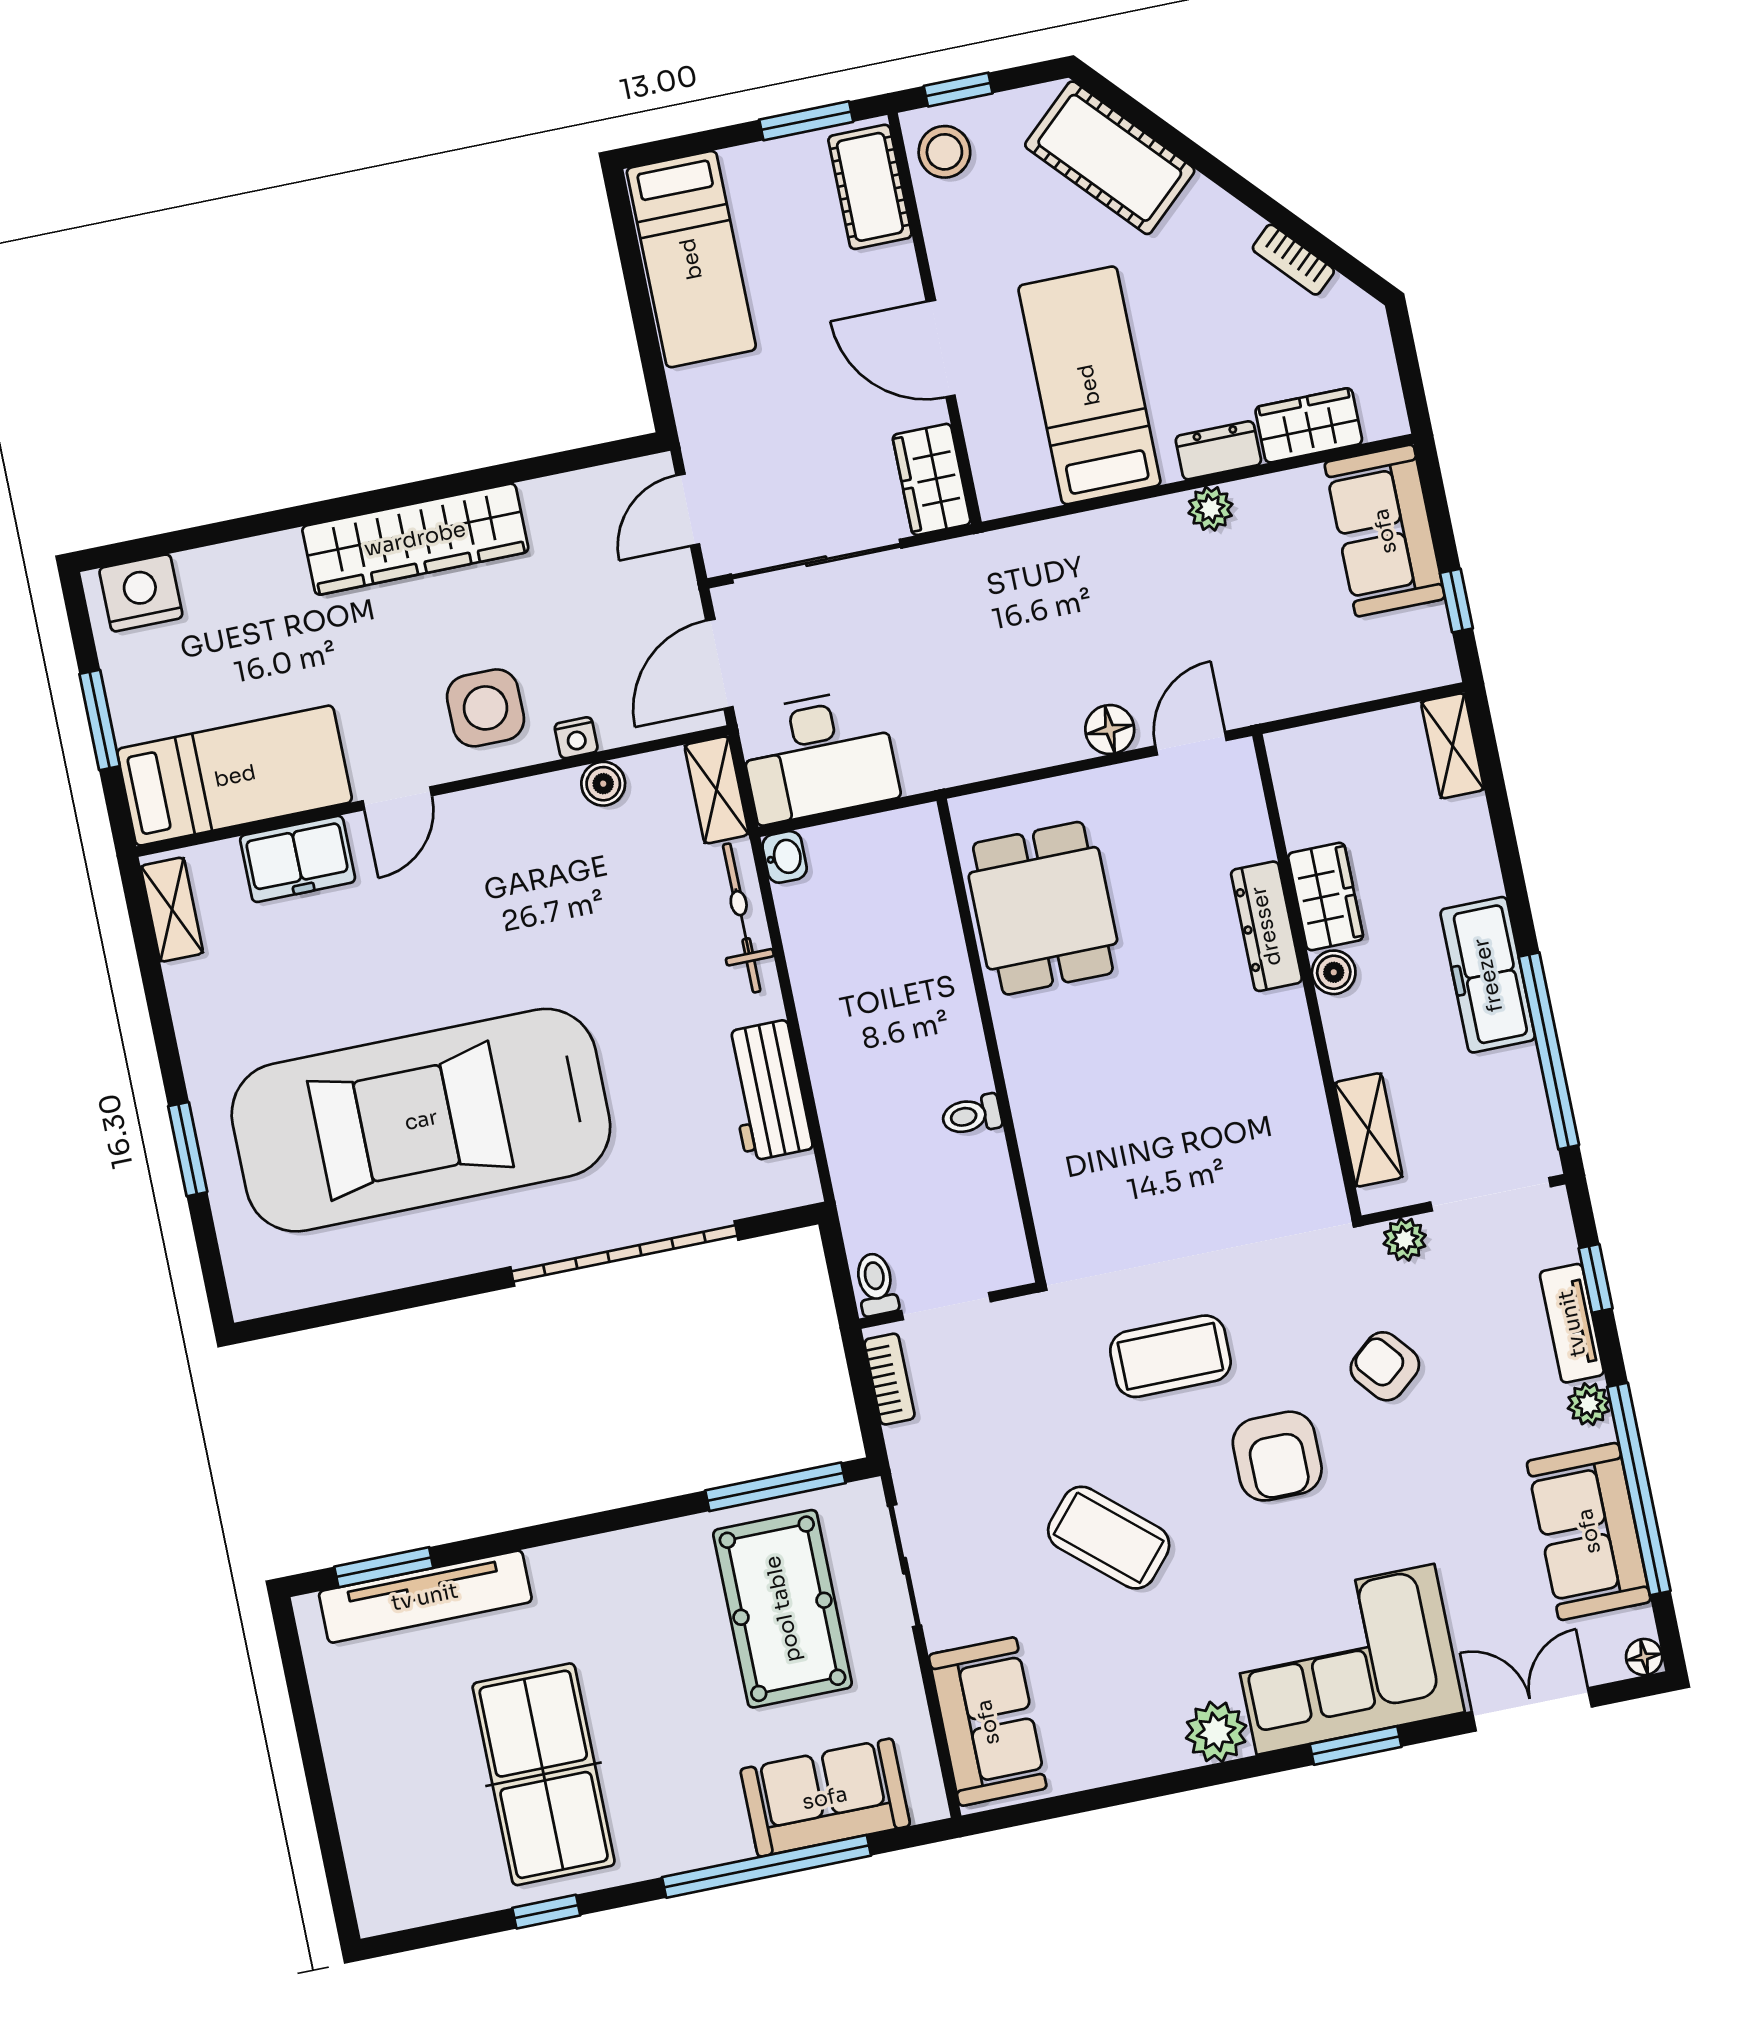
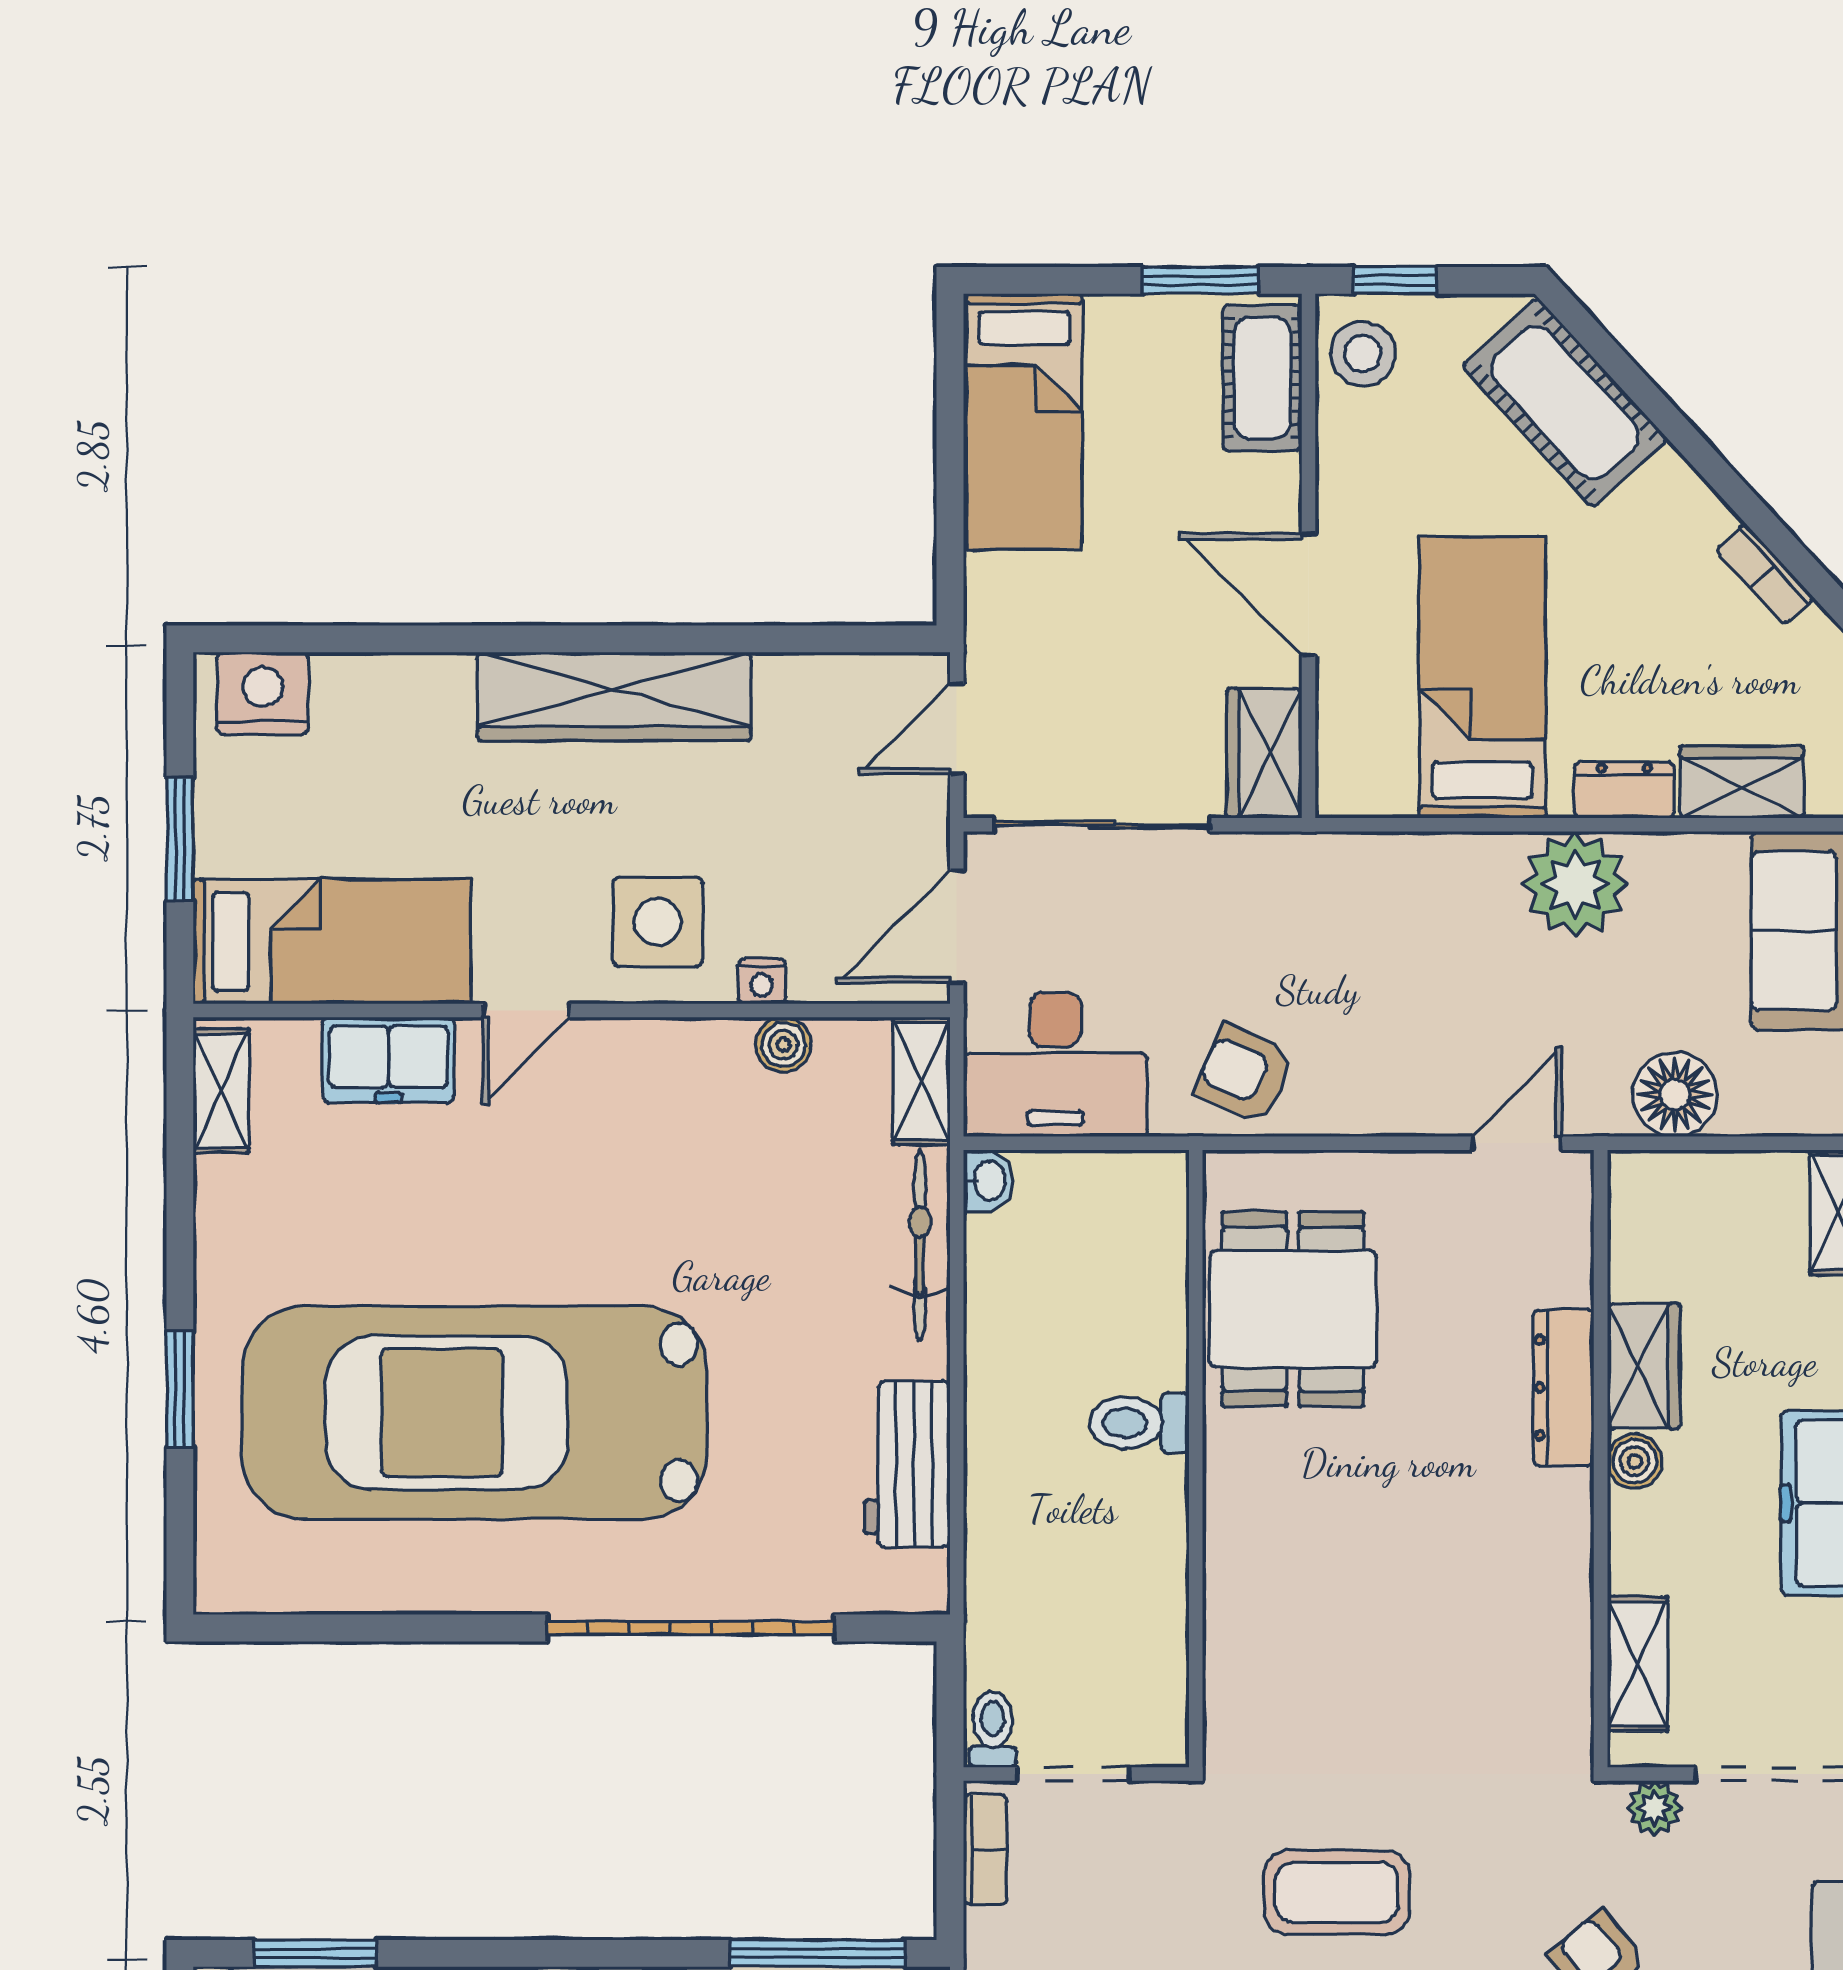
plant: (1210, 509) -> (1575, 884), width x1.88, depth x1.88
floor lamp: (1110, 730) -> (1675, 1094), moved, width x1.38, depth x1.38
armchair: (968, 733) -> (1245, 1074), added
toilet: (972, 1115) -> (1139, 1423), moved, width x1.37, depth x1.39

